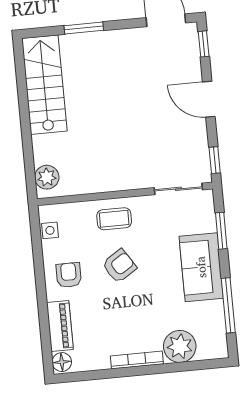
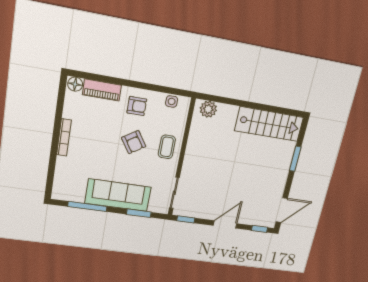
sofa: (201, 267) -> (118, 195), width x1.36
plant: (180, 346) -> (67, 169), removed

